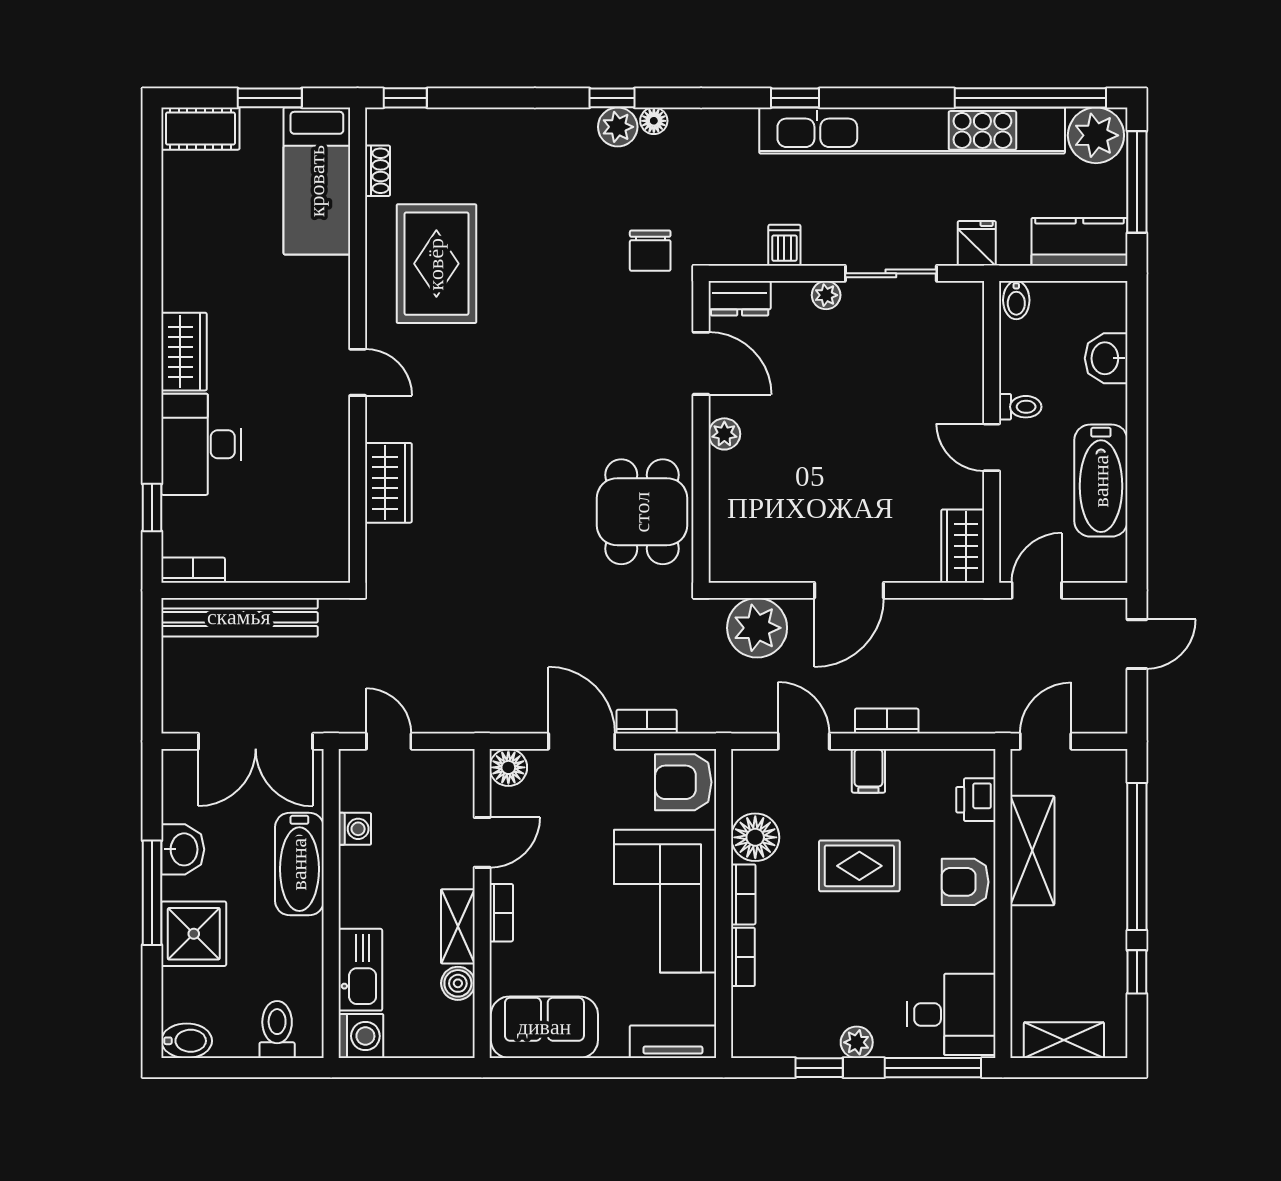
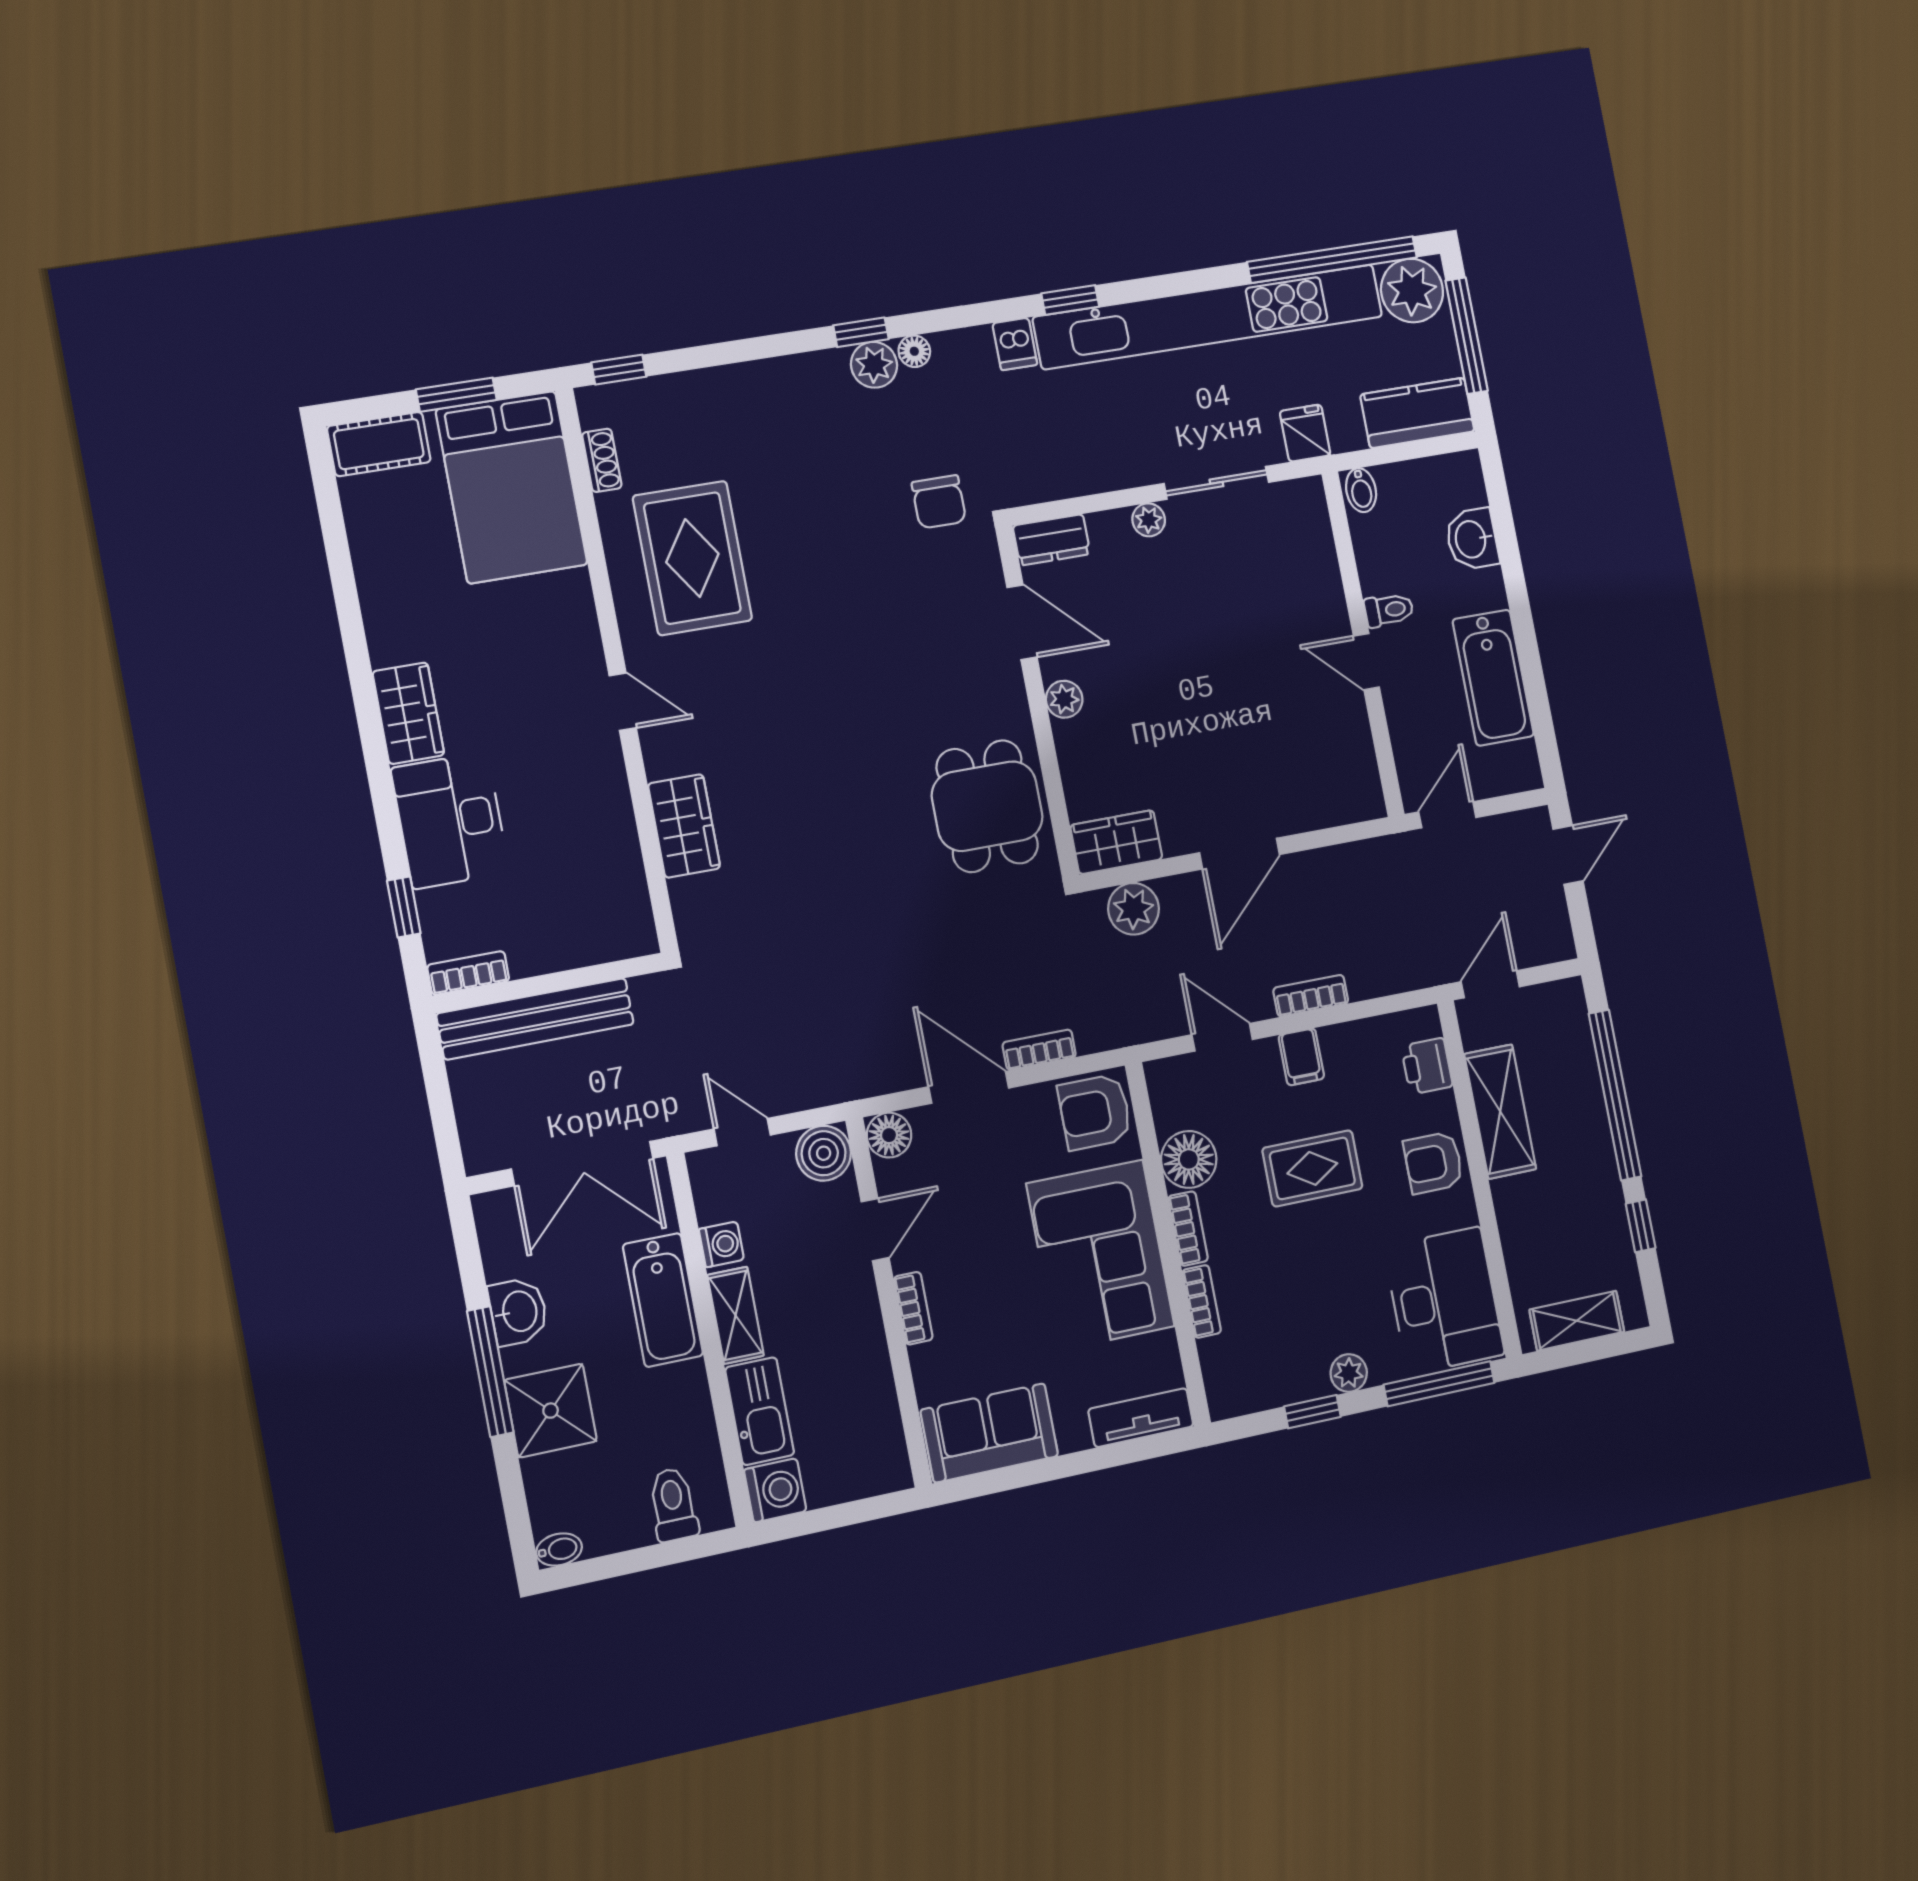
bed: (317, 181) -> (512, 487), width x1.50
dishwasher: (784, 245) -> (1015, 344), moved, turned 180
wardrobe: (963, 546) -> (1116, 842), moved, turned 90
plant: (757, 628) -> (1133, 909), width x0.73, depth x0.73
shelving: (458, 926) -> (736, 1315), moved
boiler: (458, 983) -> (824, 1153), moved, width x1.36, depth x1.36
desk: (951, 1014) -> (1444, 1301), width x1.37
bidet: (187, 1041) -> (559, 1550), width x0.72, depth x0.74

